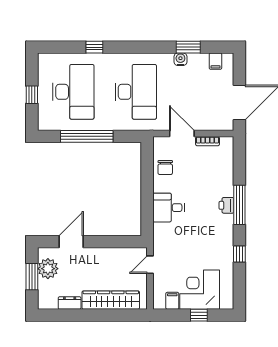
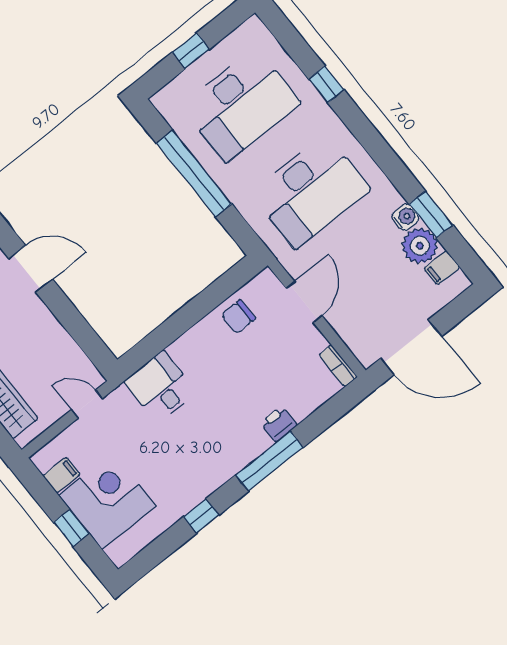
plant: (198, 63) -> (420, 246), added
bookcase: (207, 141) -> (338, 366), moved
printer: (226, 205) -> (279, 424), moved
desk: (169, 208) -> (161, 387), moved

